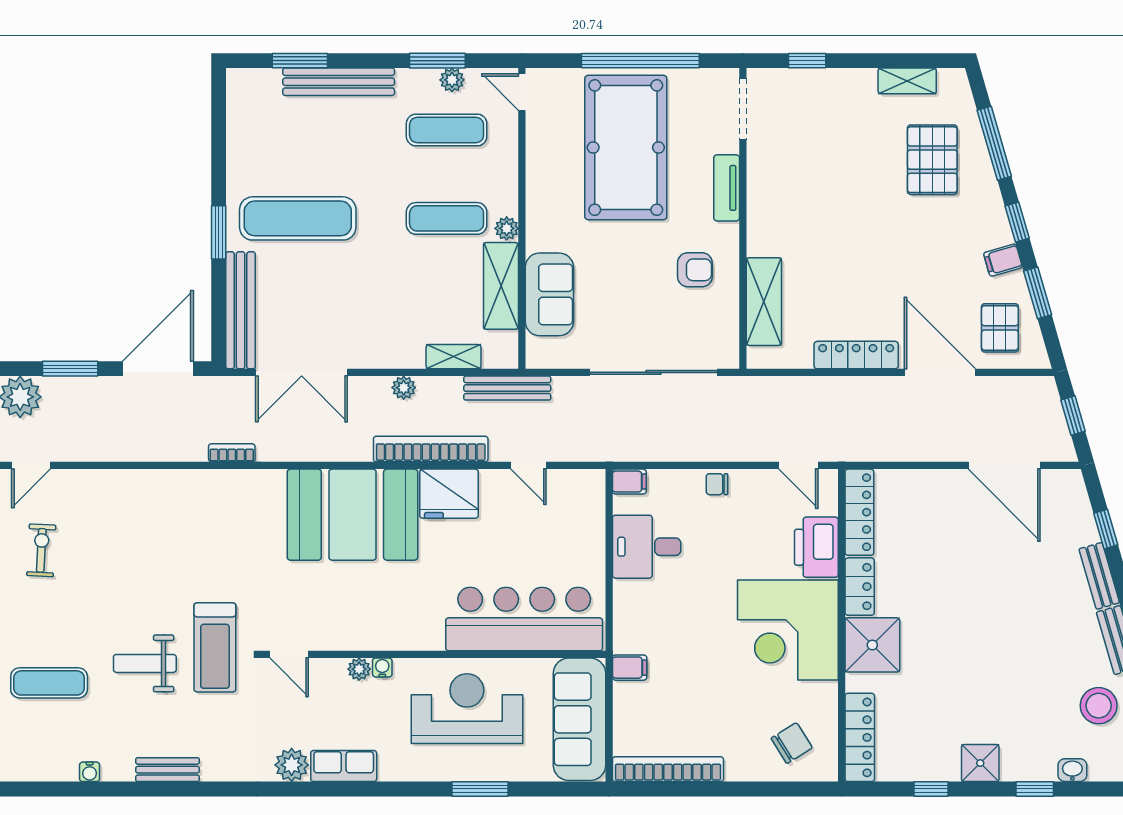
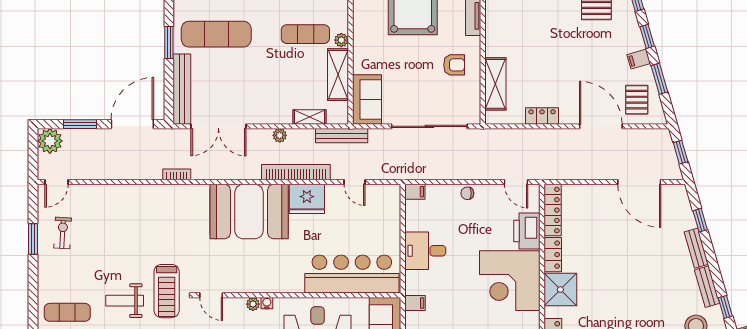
sofa: (549, 294) -> (367, 99), moved
locker: (856, 355) -> (542, 116), width x0.66
desk: (647, 547) -> (425, 251), moved

